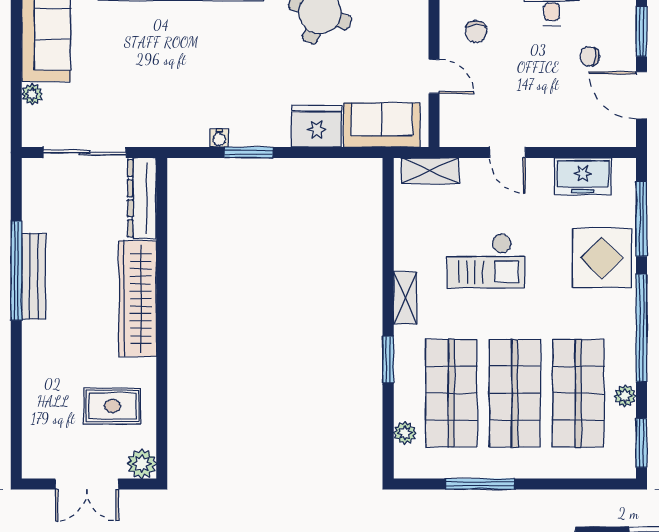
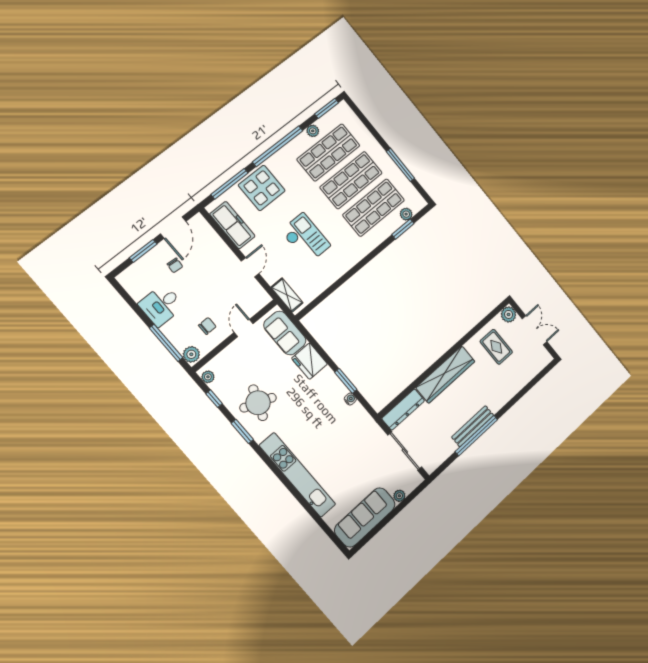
freezer: (583, 176) -> (232, 225), width x1.40
shelving: (405, 298) -> (350, 260), removed
window: (388, 360) -> (403, 229), moved

